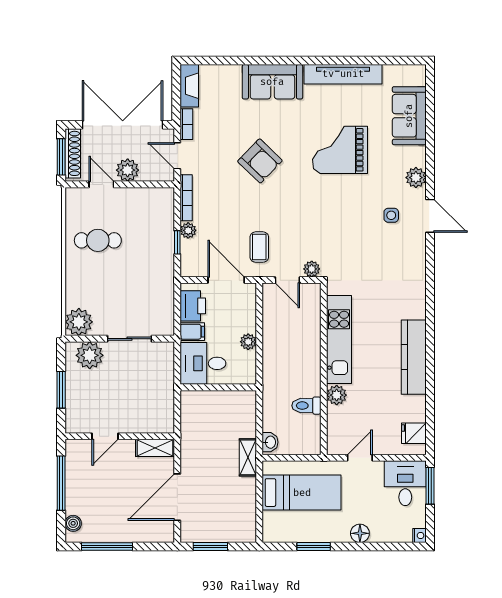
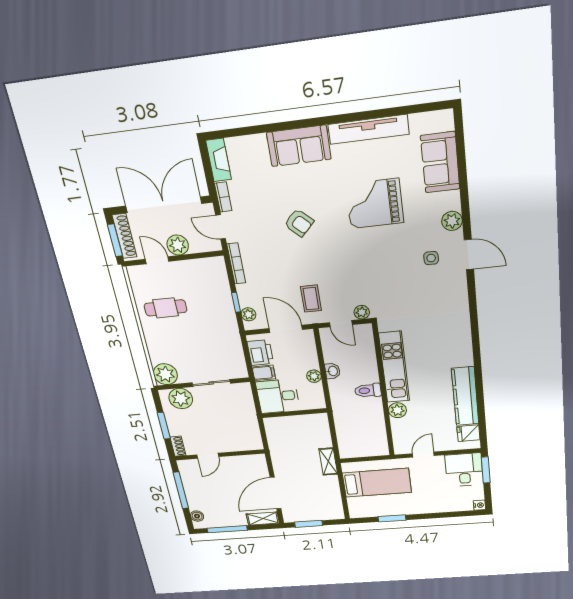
armchair: (260, 161) -> (299, 223), width x0.72, depth x0.72
plant: (188, 230) -> (248, 314), moved
kitchen counter: (414, 357) -> (465, 396), moved
toilet: (306, 406) -> (368, 390), moved
shoe rack: (72, 419) -> (178, 446), added
washbasin: (270, 442) -> (333, 371), moved
shelving: (155, 448) -> (263, 519), moved
floor lamp: (360, 533) -> (429, 507), removed

